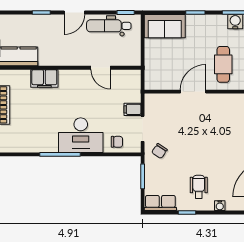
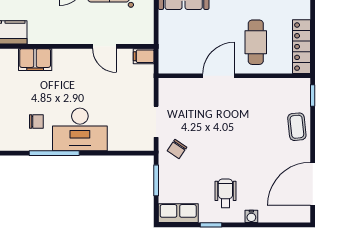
filing cabinet: (132, 109) -> (144, 56), moved
chair: (117, 142) -> (36, 121), moved

